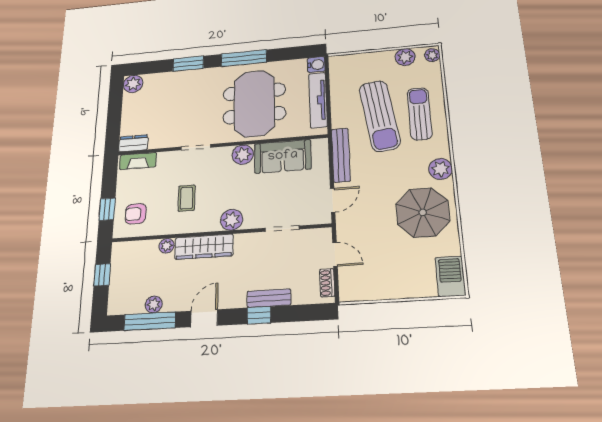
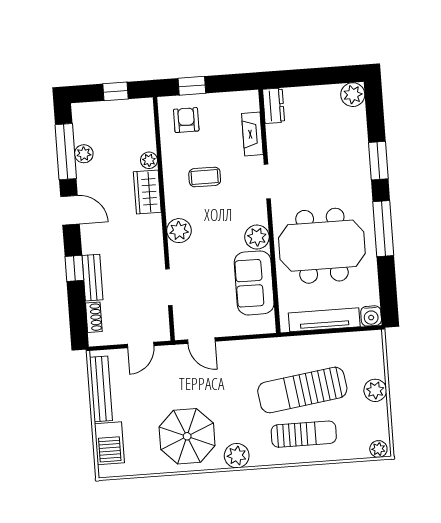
plant: (405, 57) -> (375, 390), moved
bench: (341, 155) -> (101, 389), moved, turned 90
fireplace: (138, 161) -> (252, 134), moved
wardrobe: (204, 247) -> (147, 192), width x0.67
barbecue: (450, 276) -> (109, 443), moved, turned 90
shoe rack: (327, 283) -> (94, 317), moved, turned 90

